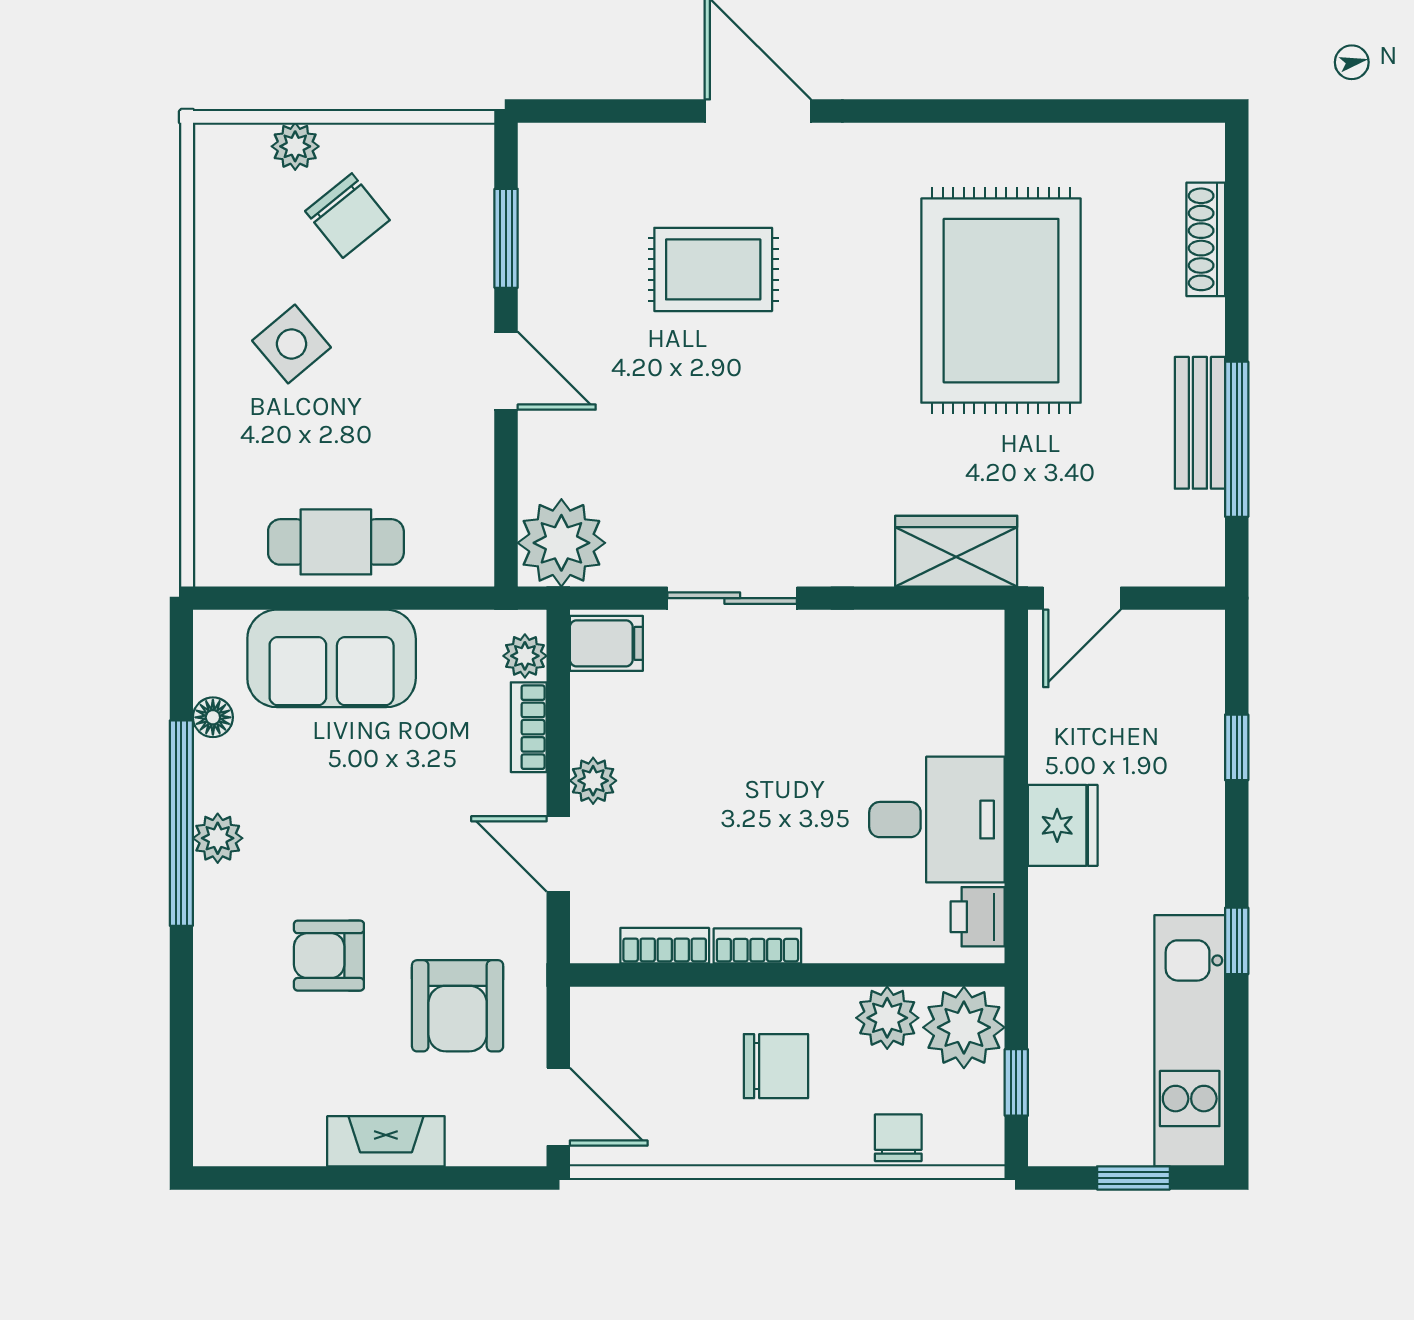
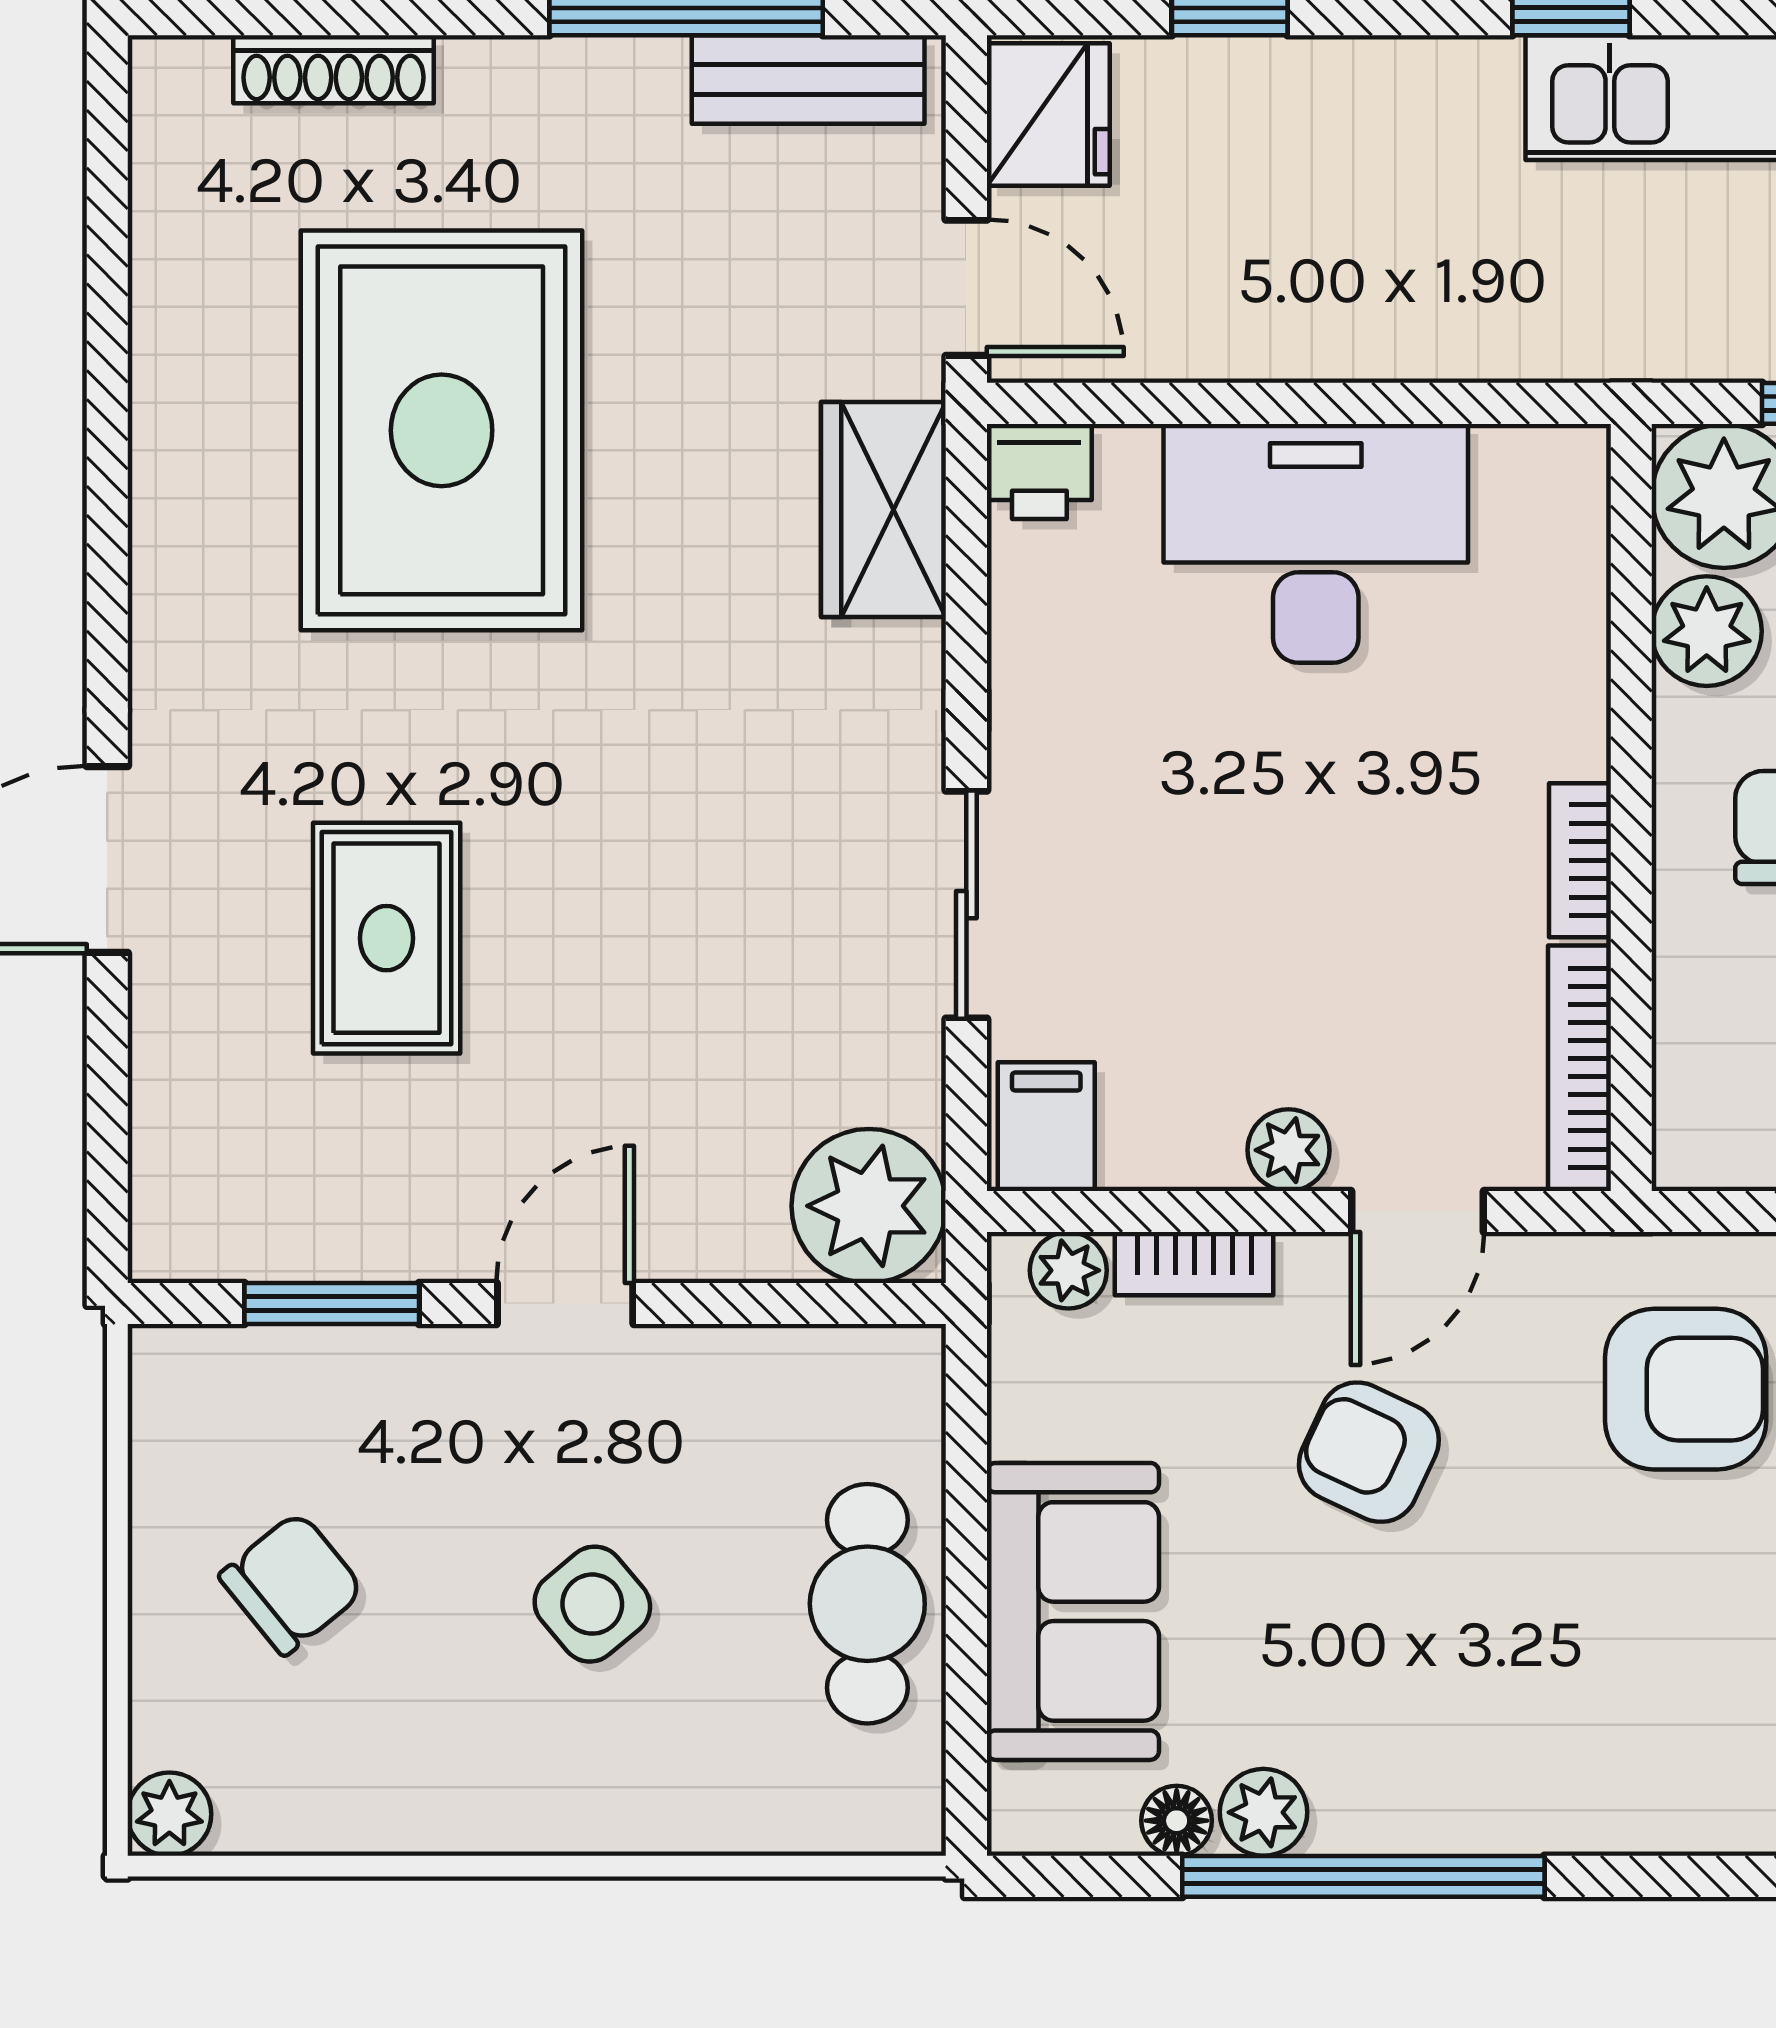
plant: (295, 146) -> (169, 1814), moved
rug: (1001, 301) -> (442, 430), turned 90
side table: (292, 344) -> (592, 1604), moved
bench: (1200, 423) -> (808, 80), moved
desk: (937, 820) -> (1316, 543), width x1.37
fridge: (1063, 825) -> (1048, 115), moved, turned 90
plant: (218, 838) -> (1263, 1812), moved
printer: (978, 917) -> (1039, 472), moved
bookcase: (665, 946) -> (1579, 1068), width x1.56
armchair: (329, 956) -> (1369, 1452), moved, turned 115

